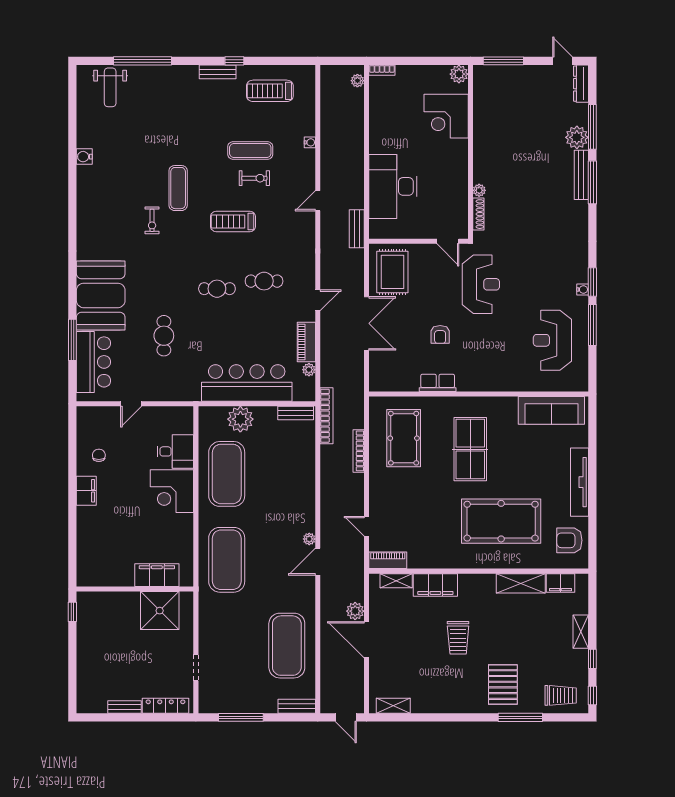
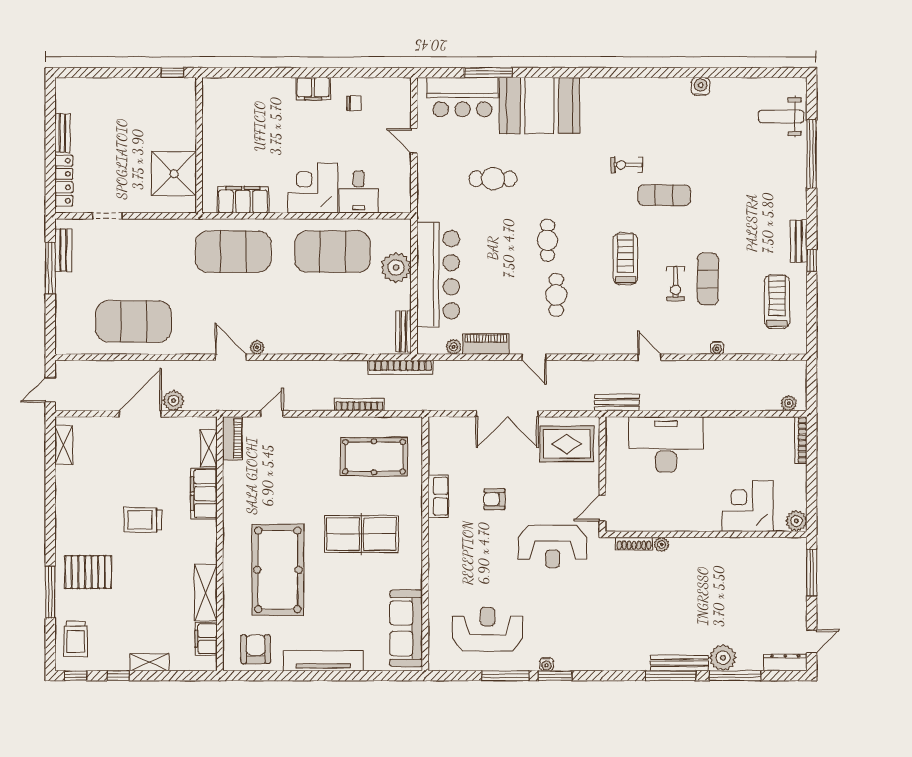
bookcase: (382, 70) -> (801, 440), width x1.56
filing cabinet: (157, 575) -> (243, 200), moved, turned -90
bench: (297, 706) -> (63, 250), moved

